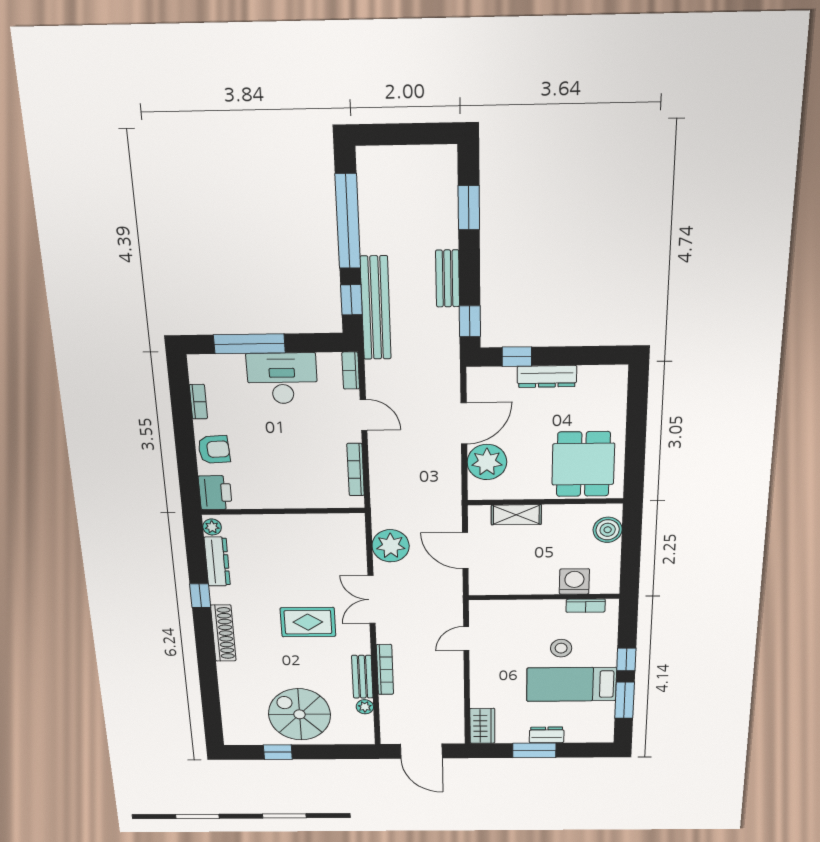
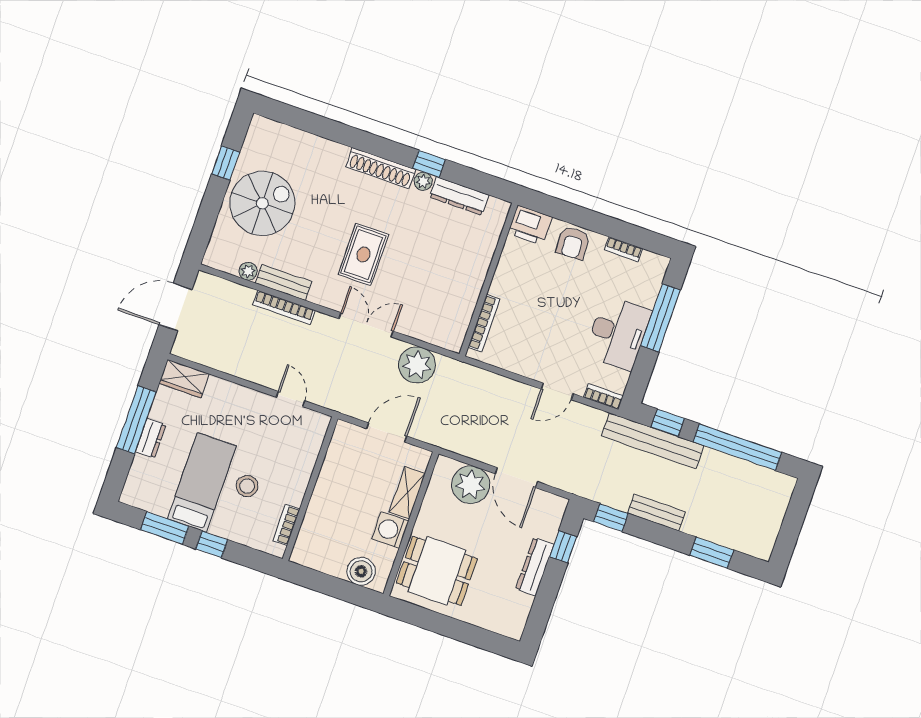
bookcase: (356, 470) -> (484, 323), moved, turned 90
plant: (212, 527) -> (423, 181), moved
washing machine: (574, 581) -> (390, 530), moved, turned 180
window: (534, 750) -> (136, 420), width x1.44

